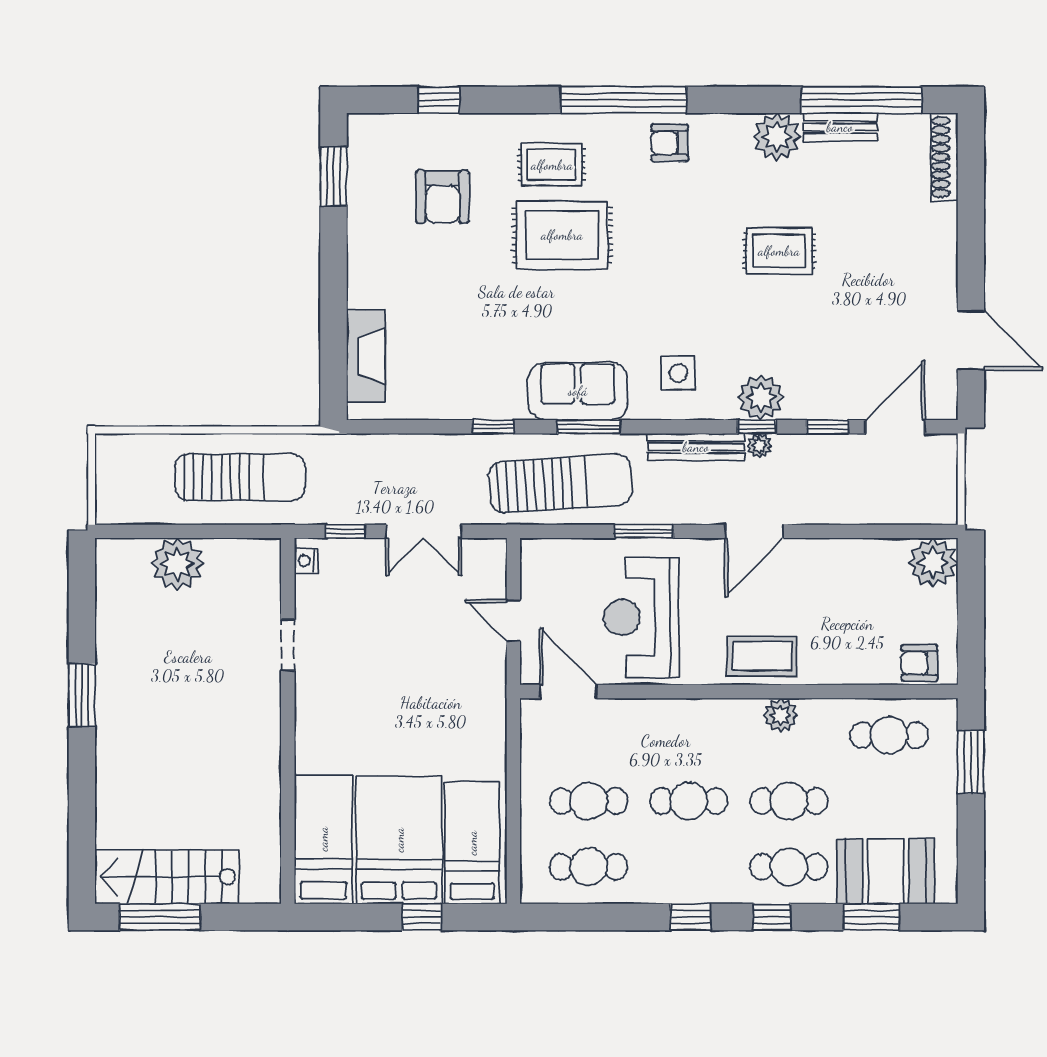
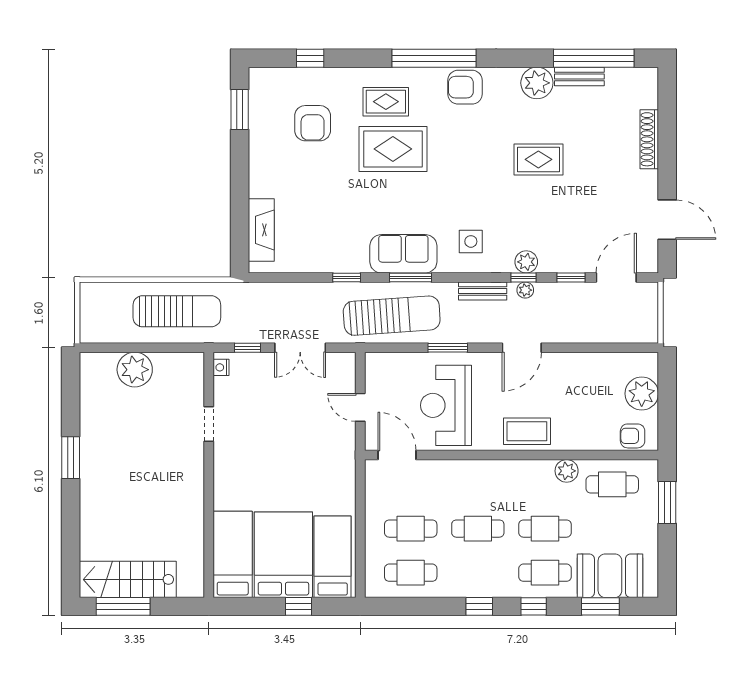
armchair: (670, 143) -> (465, 87), width x1.38, depth x1.38
shoe rack: (944, 157) -> (649, 139), moved
plant: (761, 397) -> (526, 262), width x0.73, depth x0.73
bench: (696, 447) -> (483, 291), width x0.73
plant: (933, 563) -> (642, 394), moved
plant: (781, 715) -> (567, 471), moved

